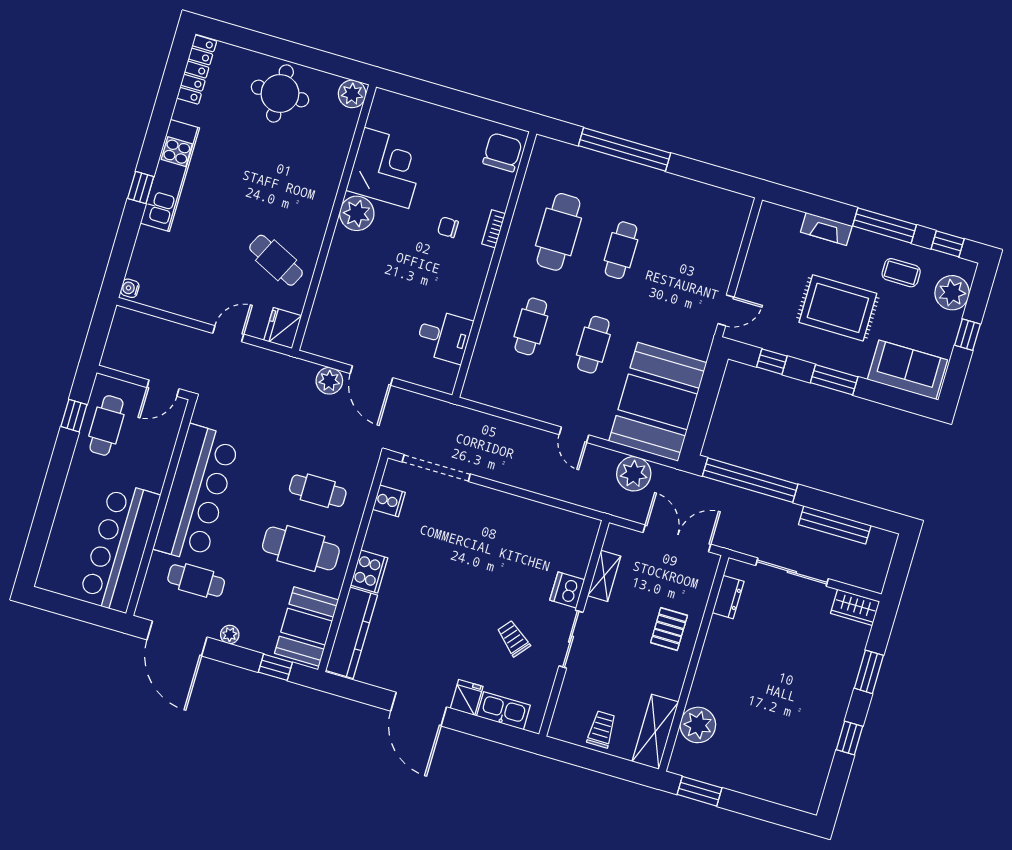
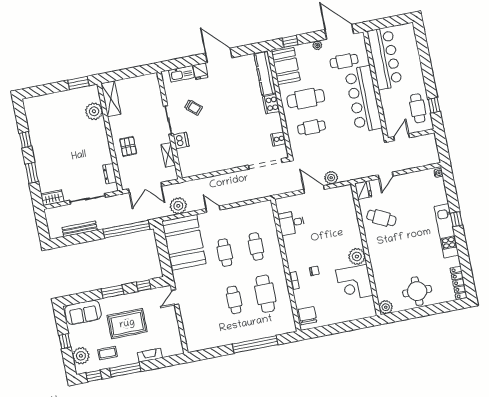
chair: (502, 152) -> (307, 316), turned 180
trolley: (602, 729) -> (135, 88), removed

